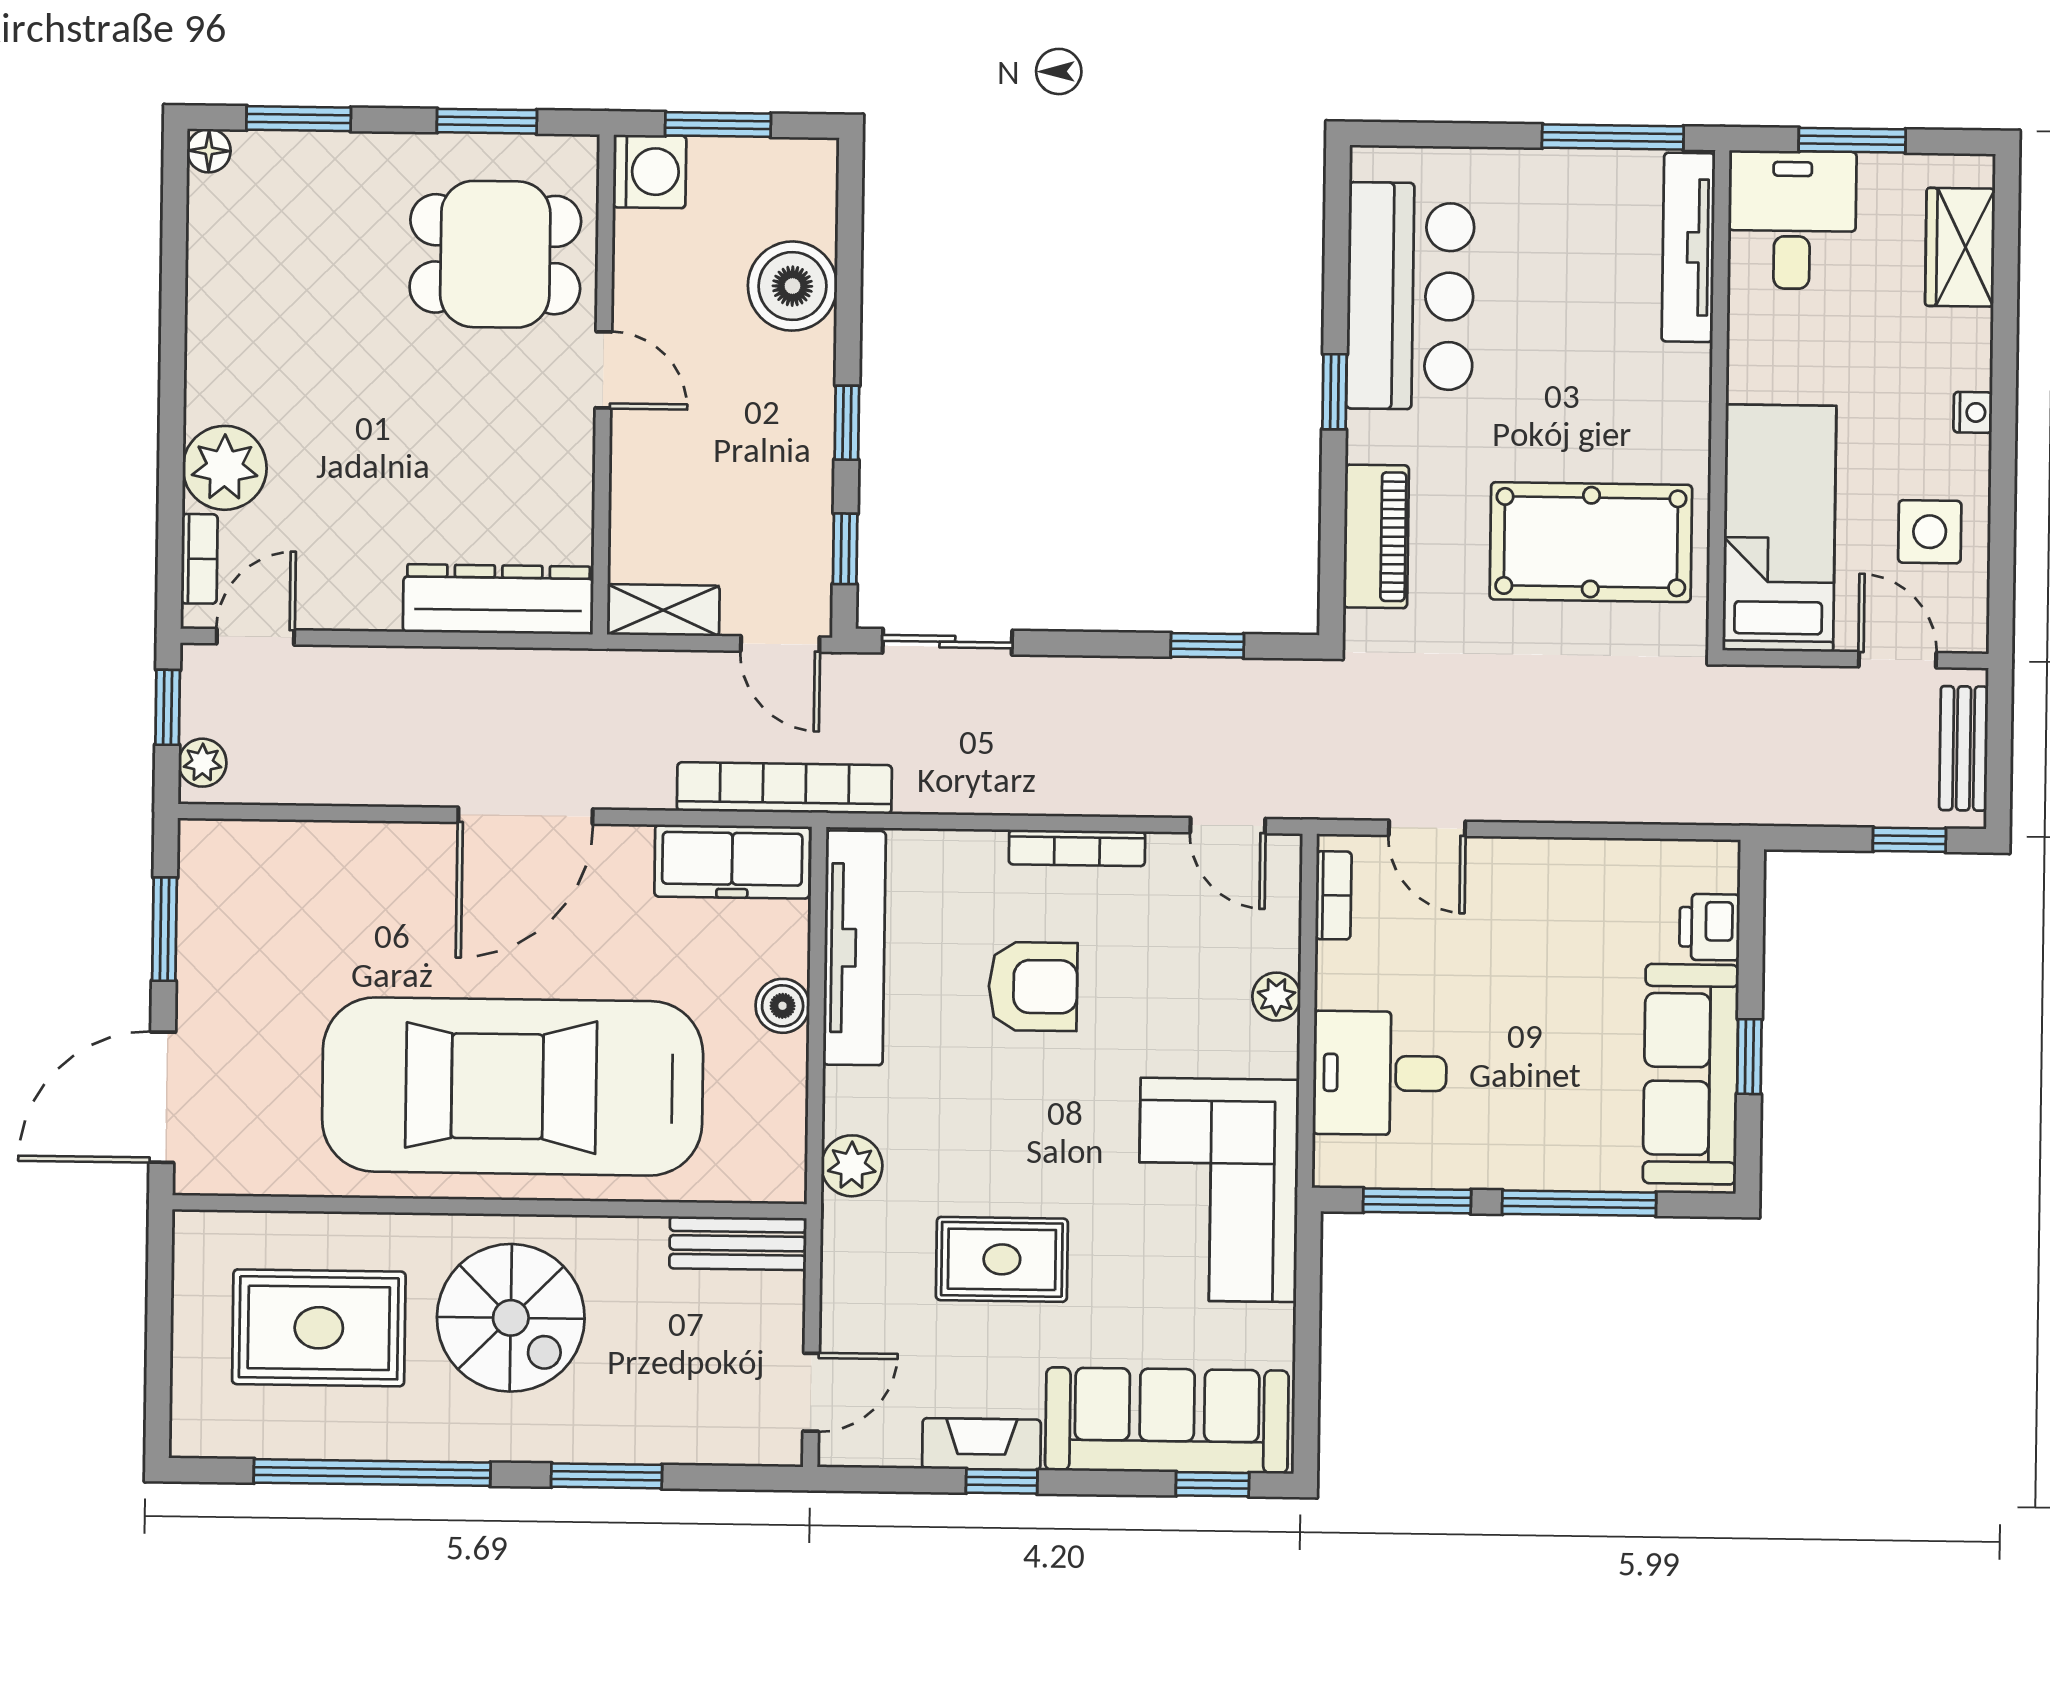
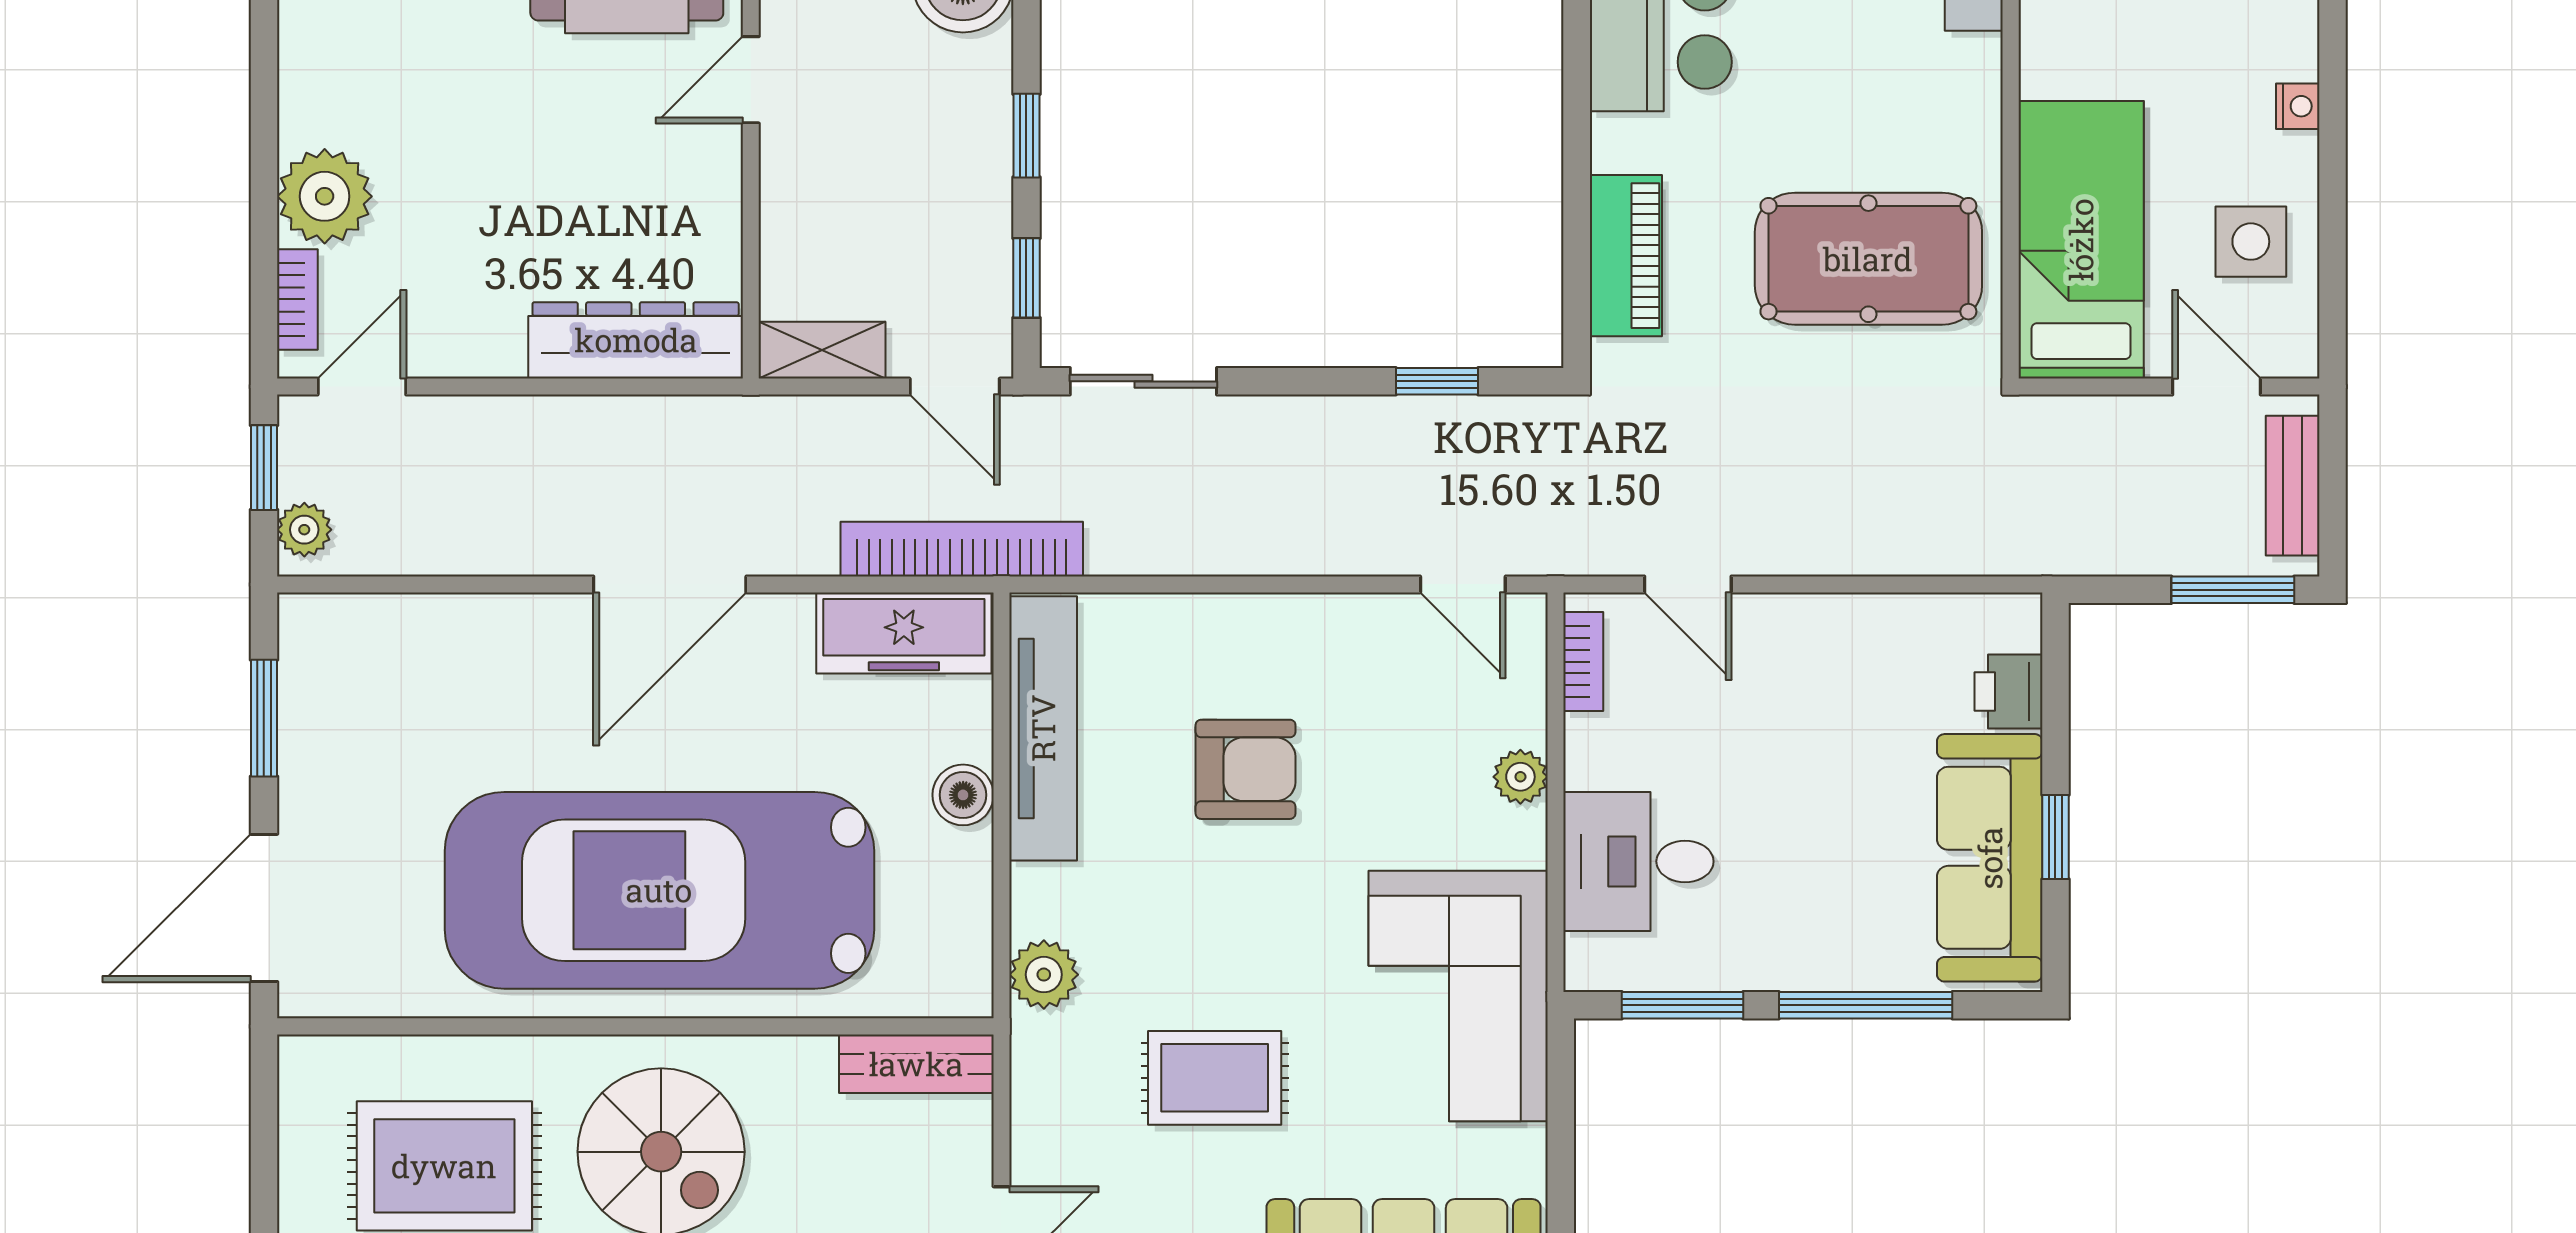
door: (603, 370) -> (751, 80), swing flipped
window: (1335, 392) -> (1577, 93), removed
window: (1909, 840) -> (2233, 590), width x1.50
bookcase: (1077, 848) -> (1293, 612), removed

